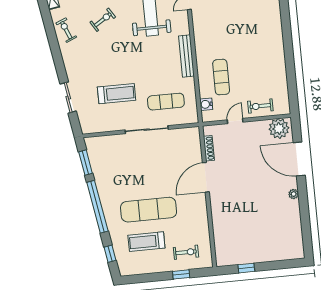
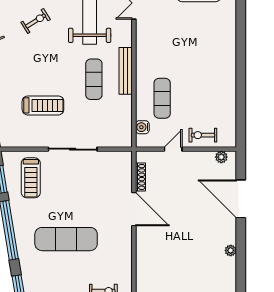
exercise mat: (166, 102) -> (94, 79), moved, turned 90
plant: (279, 128) -> (221, 157), width x0.53, depth x0.53
door: (206, 177) -> (134, 209), swing flipped
plant: (294, 194) -> (231, 250), moved
treadmill: (146, 242) -> (31, 178), moved, turned -90

